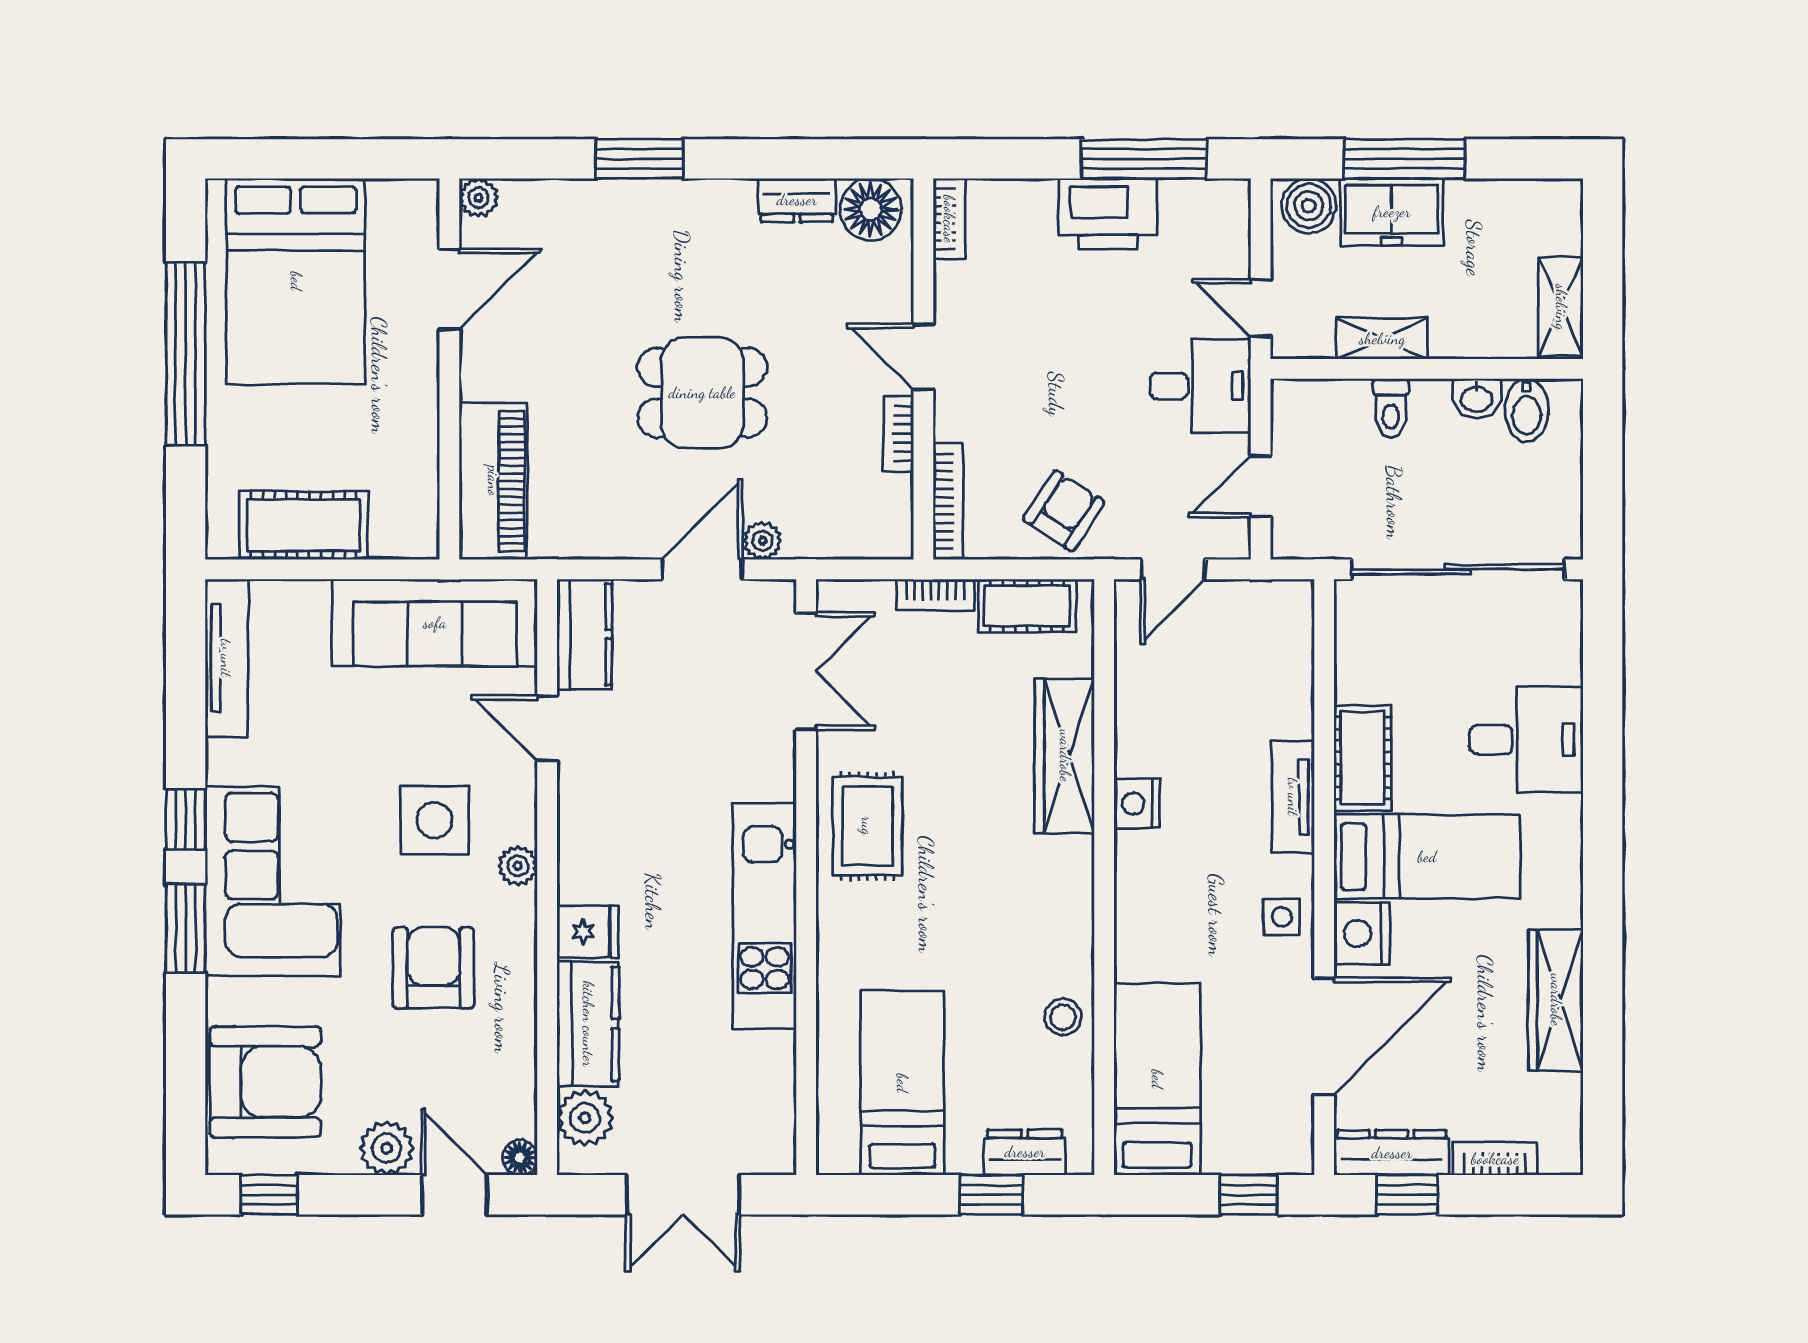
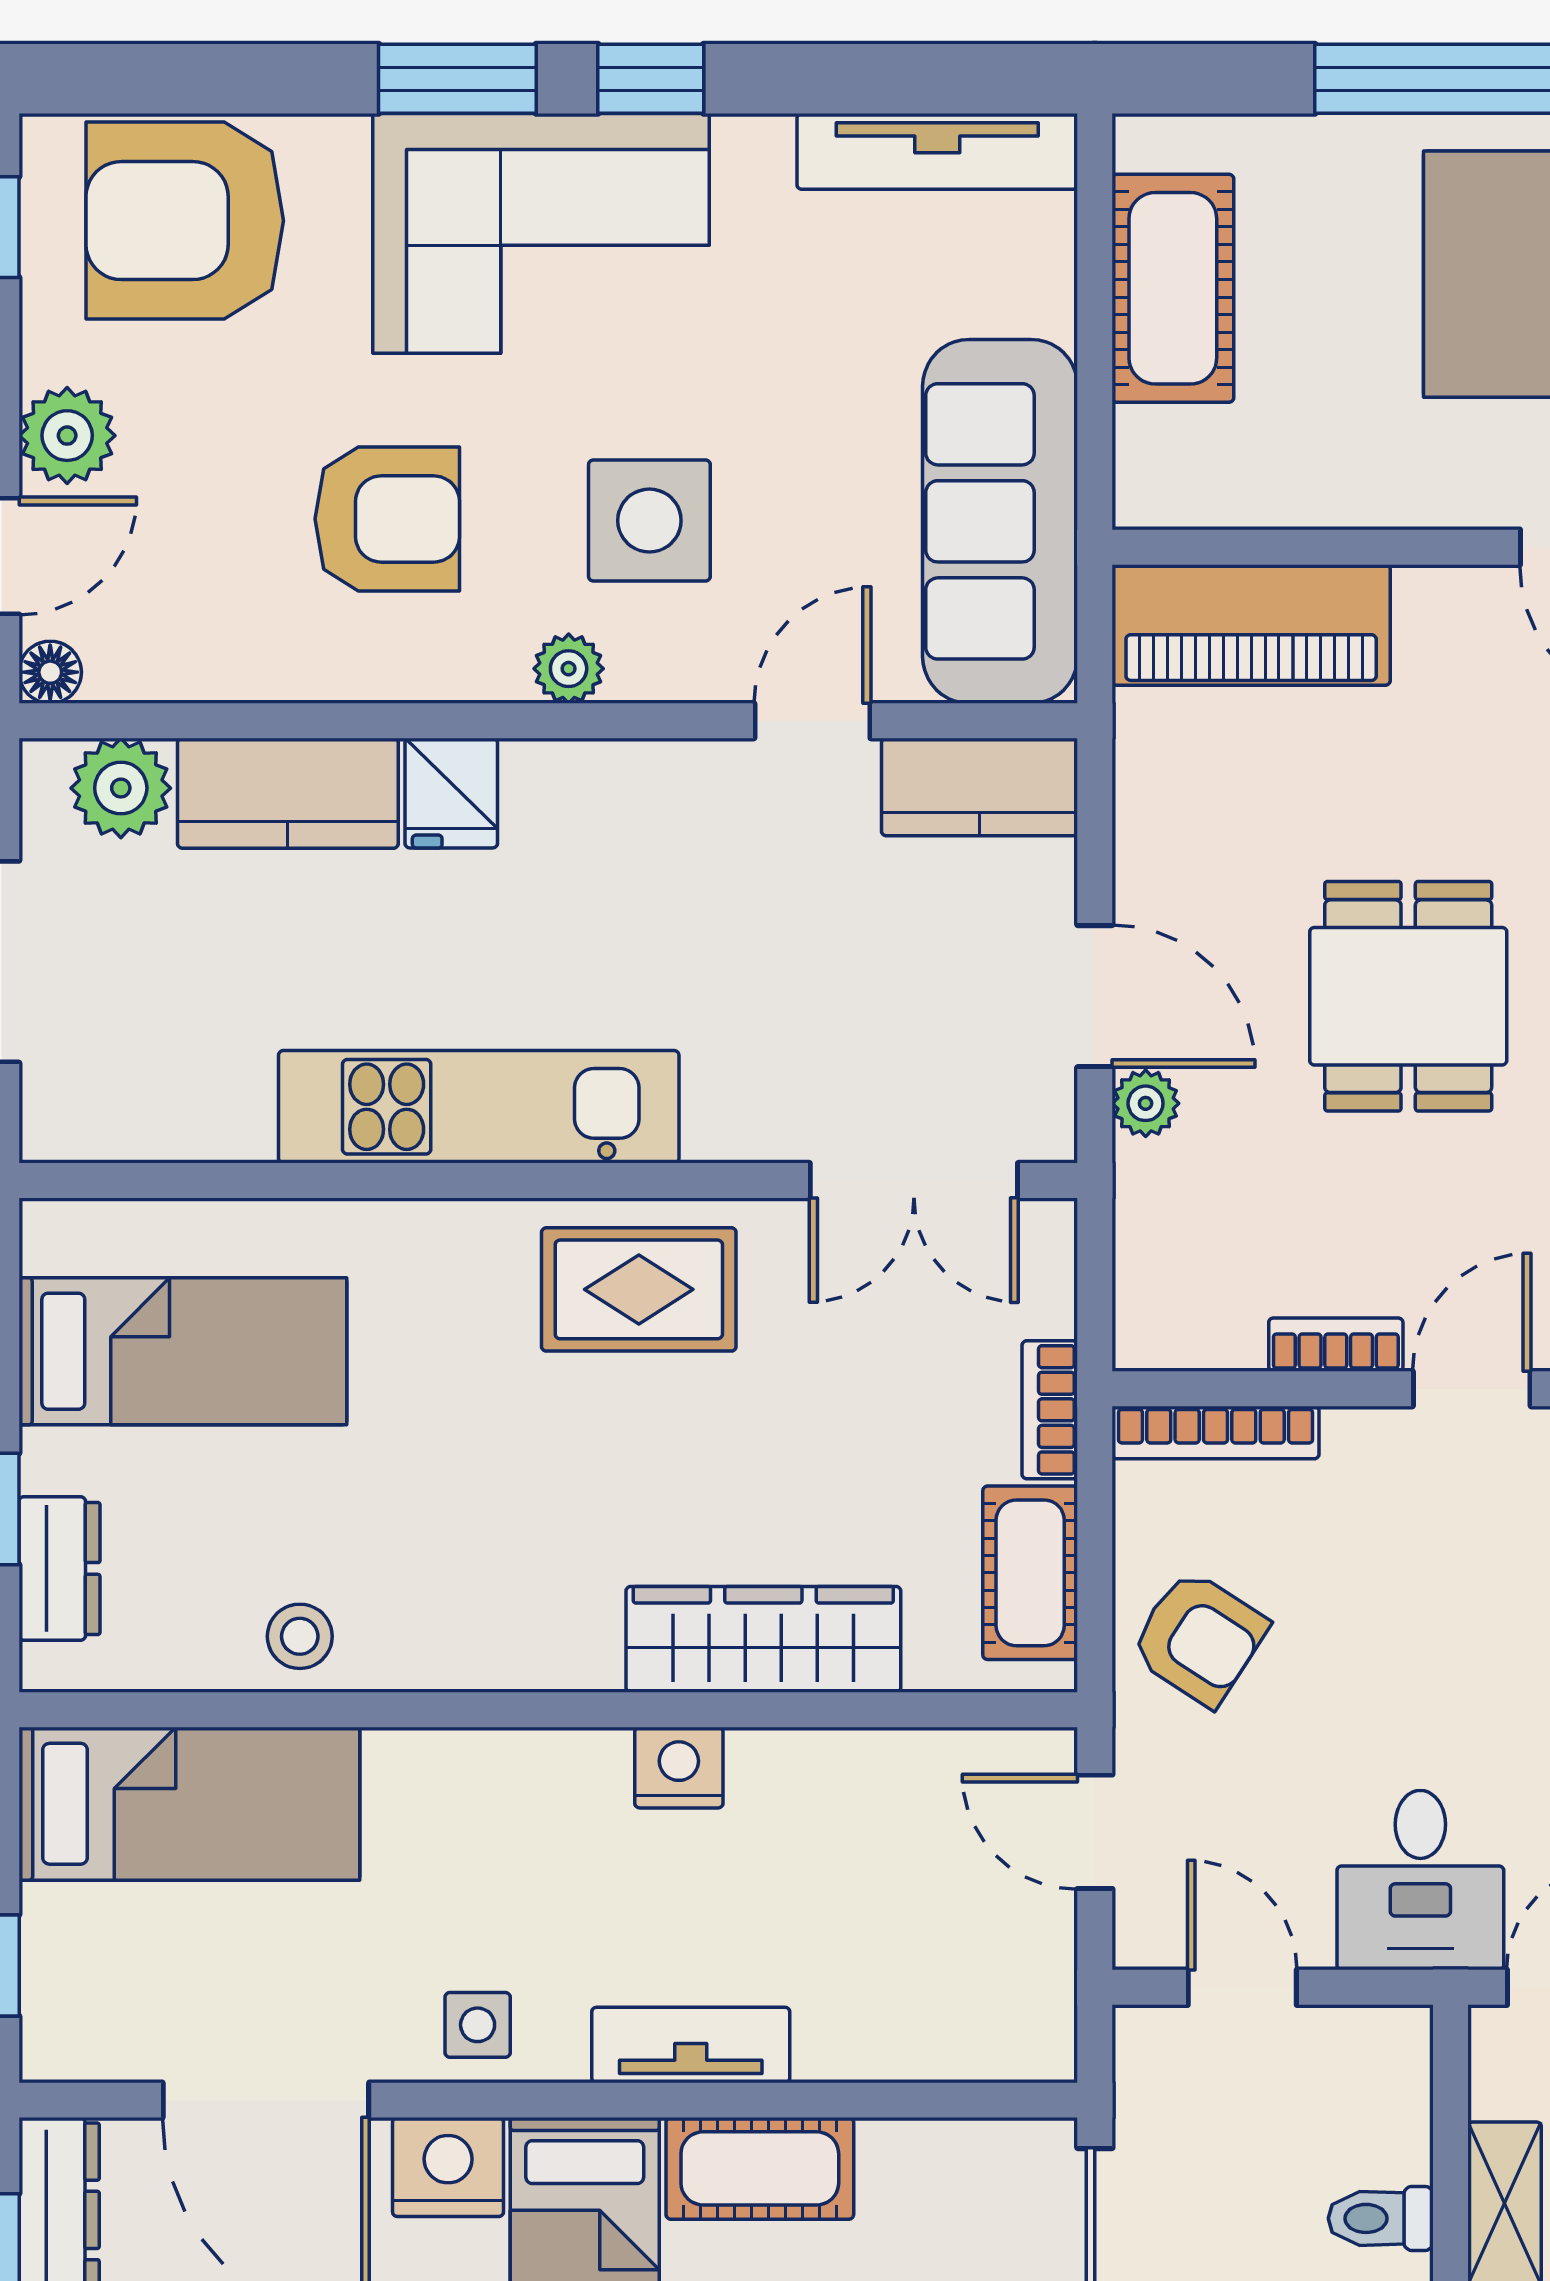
armchair: (265, 1082) -> (185, 221), turned 90

